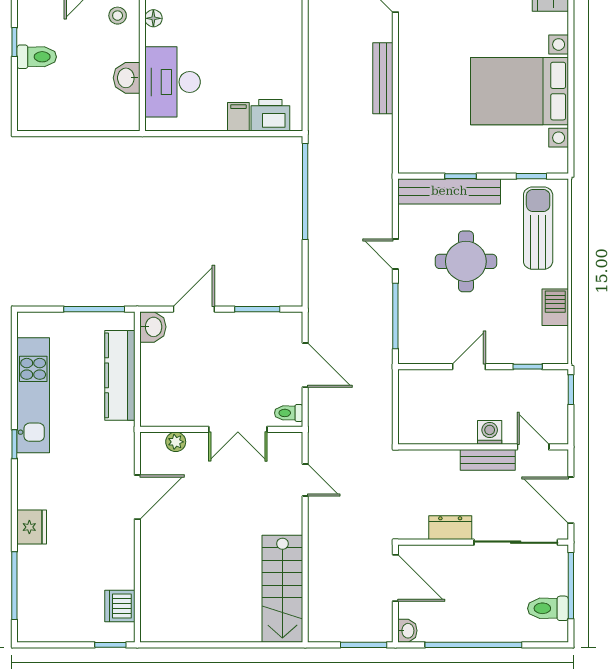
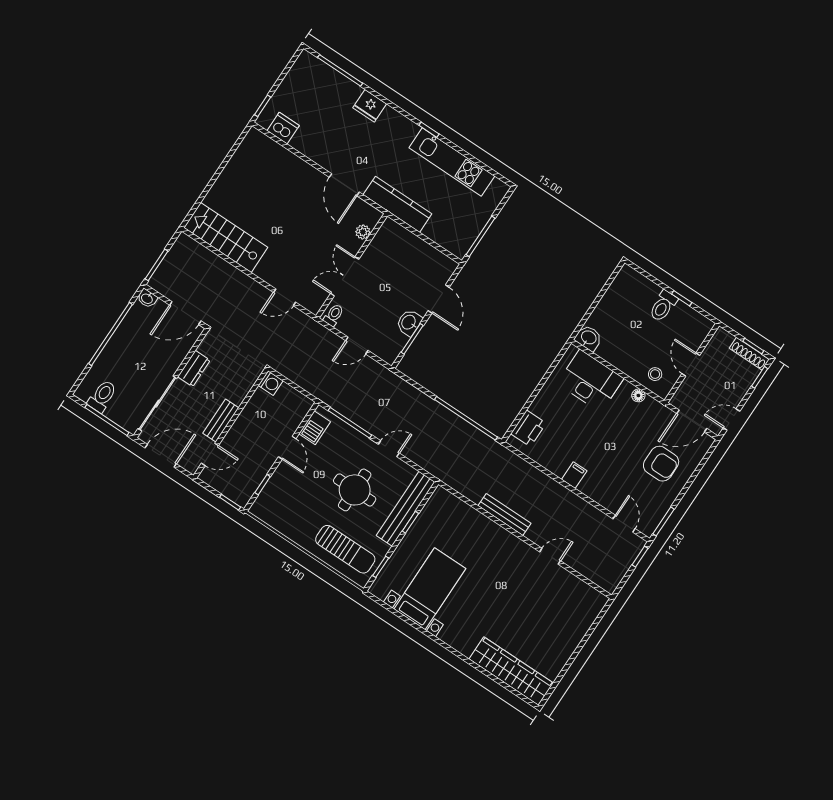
washbasin: (127, 78) -> (588, 338), moved
bed with nightstands: (520, 91) -> (430, 589), width x0.73
filing cabinet: (238, 117) -> (574, 475), moved, turned -90
barbecue: (555, 307) -> (315, 428), moved, turned 90
washbasin: (153, 327) -> (409, 322), moved, turned 90
door: (305, 365) -> (357, 346), width x0.73
kitchen counter: (120, 375) -> (397, 204), moved
washing machine: (490, 432) -> (271, 383), moved

